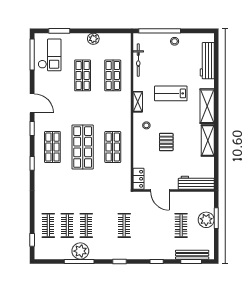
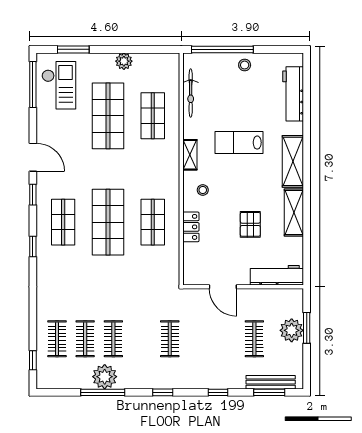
shop shelf: (83, 75) -> (108, 116), width x1.43, depth x1.36
pallet: (166, 142) -> (250, 224), moved
locker: (138, 179) -> (191, 227), moved

